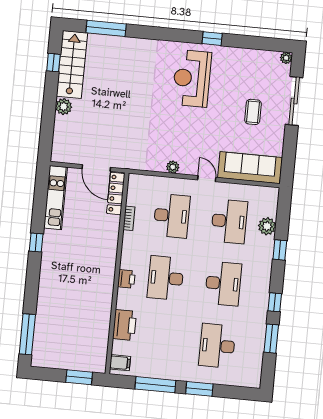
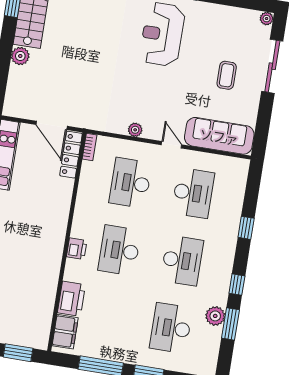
desk: (172, 216) -> (130, 183), turned 180
bookcase: (129, 218) -> (90, 147), moved
plant: (267, 226) -> (215, 316), moved
filing cabinet: (120, 363) -> (65, 332), width x2.00

